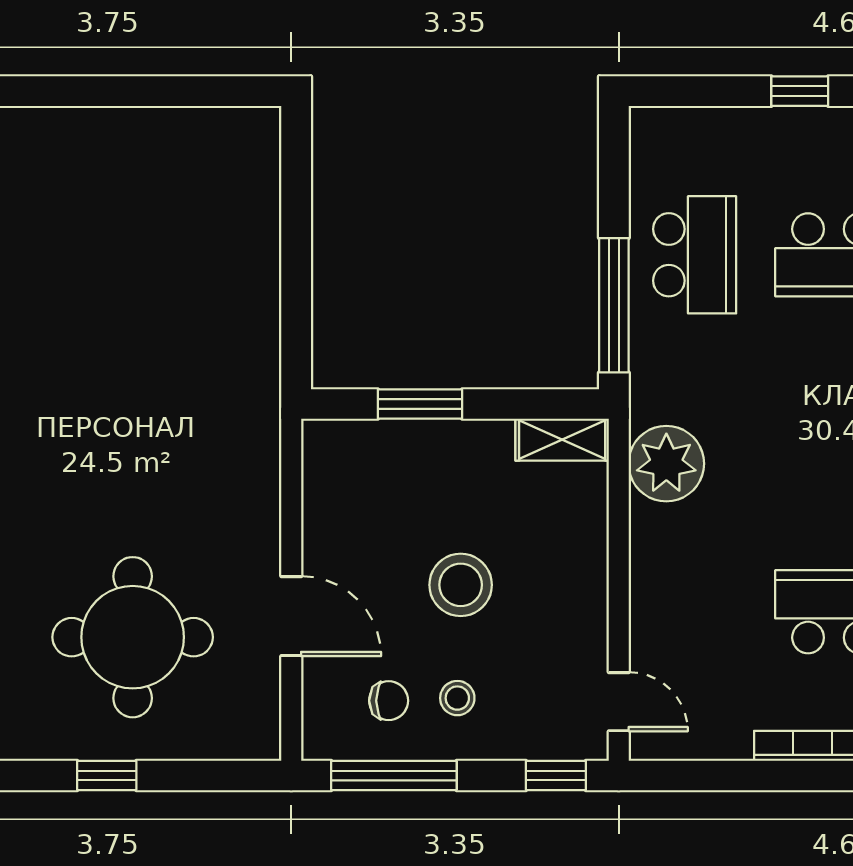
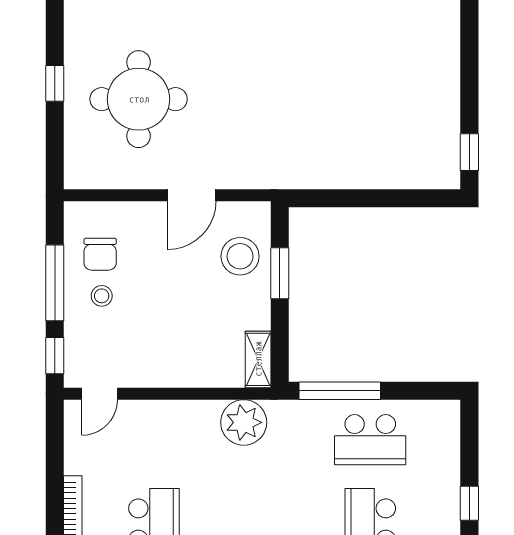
window: (220, 91) -> (469, 152), added
stool: (461, 585) -> (240, 256), moved
door: (291, 616) -> (192, 195), moved
chair: (389, 701) -> (100, 254), width x1.37, depth x1.37
window: (394, 775) -> (55, 283), moved

